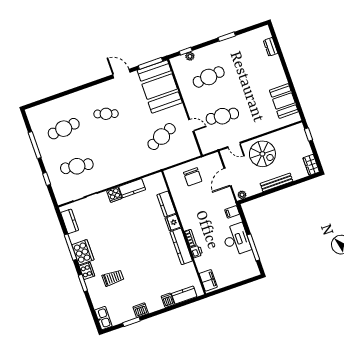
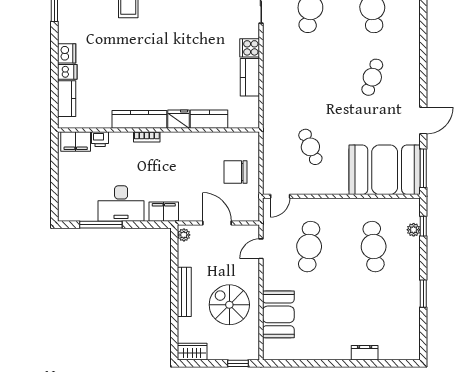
dresser: (271, 47) -> (365, 353), moved
booth: (284, 101) -> (278, 314), moved, turned 90
door: (191, 125) -> (280, 196), moved
cafe table: (162, 137) -> (310, 147), width x0.73, depth x0.74
spiral stairs: (262, 154) -> (229, 305), moved, turned 90
filing cabinet: (232, 212) -> (164, 212), width x2.00
printer: (197, 251) -> (100, 139), moved
dishwasher: (141, 310) -> (67, 53), moved

